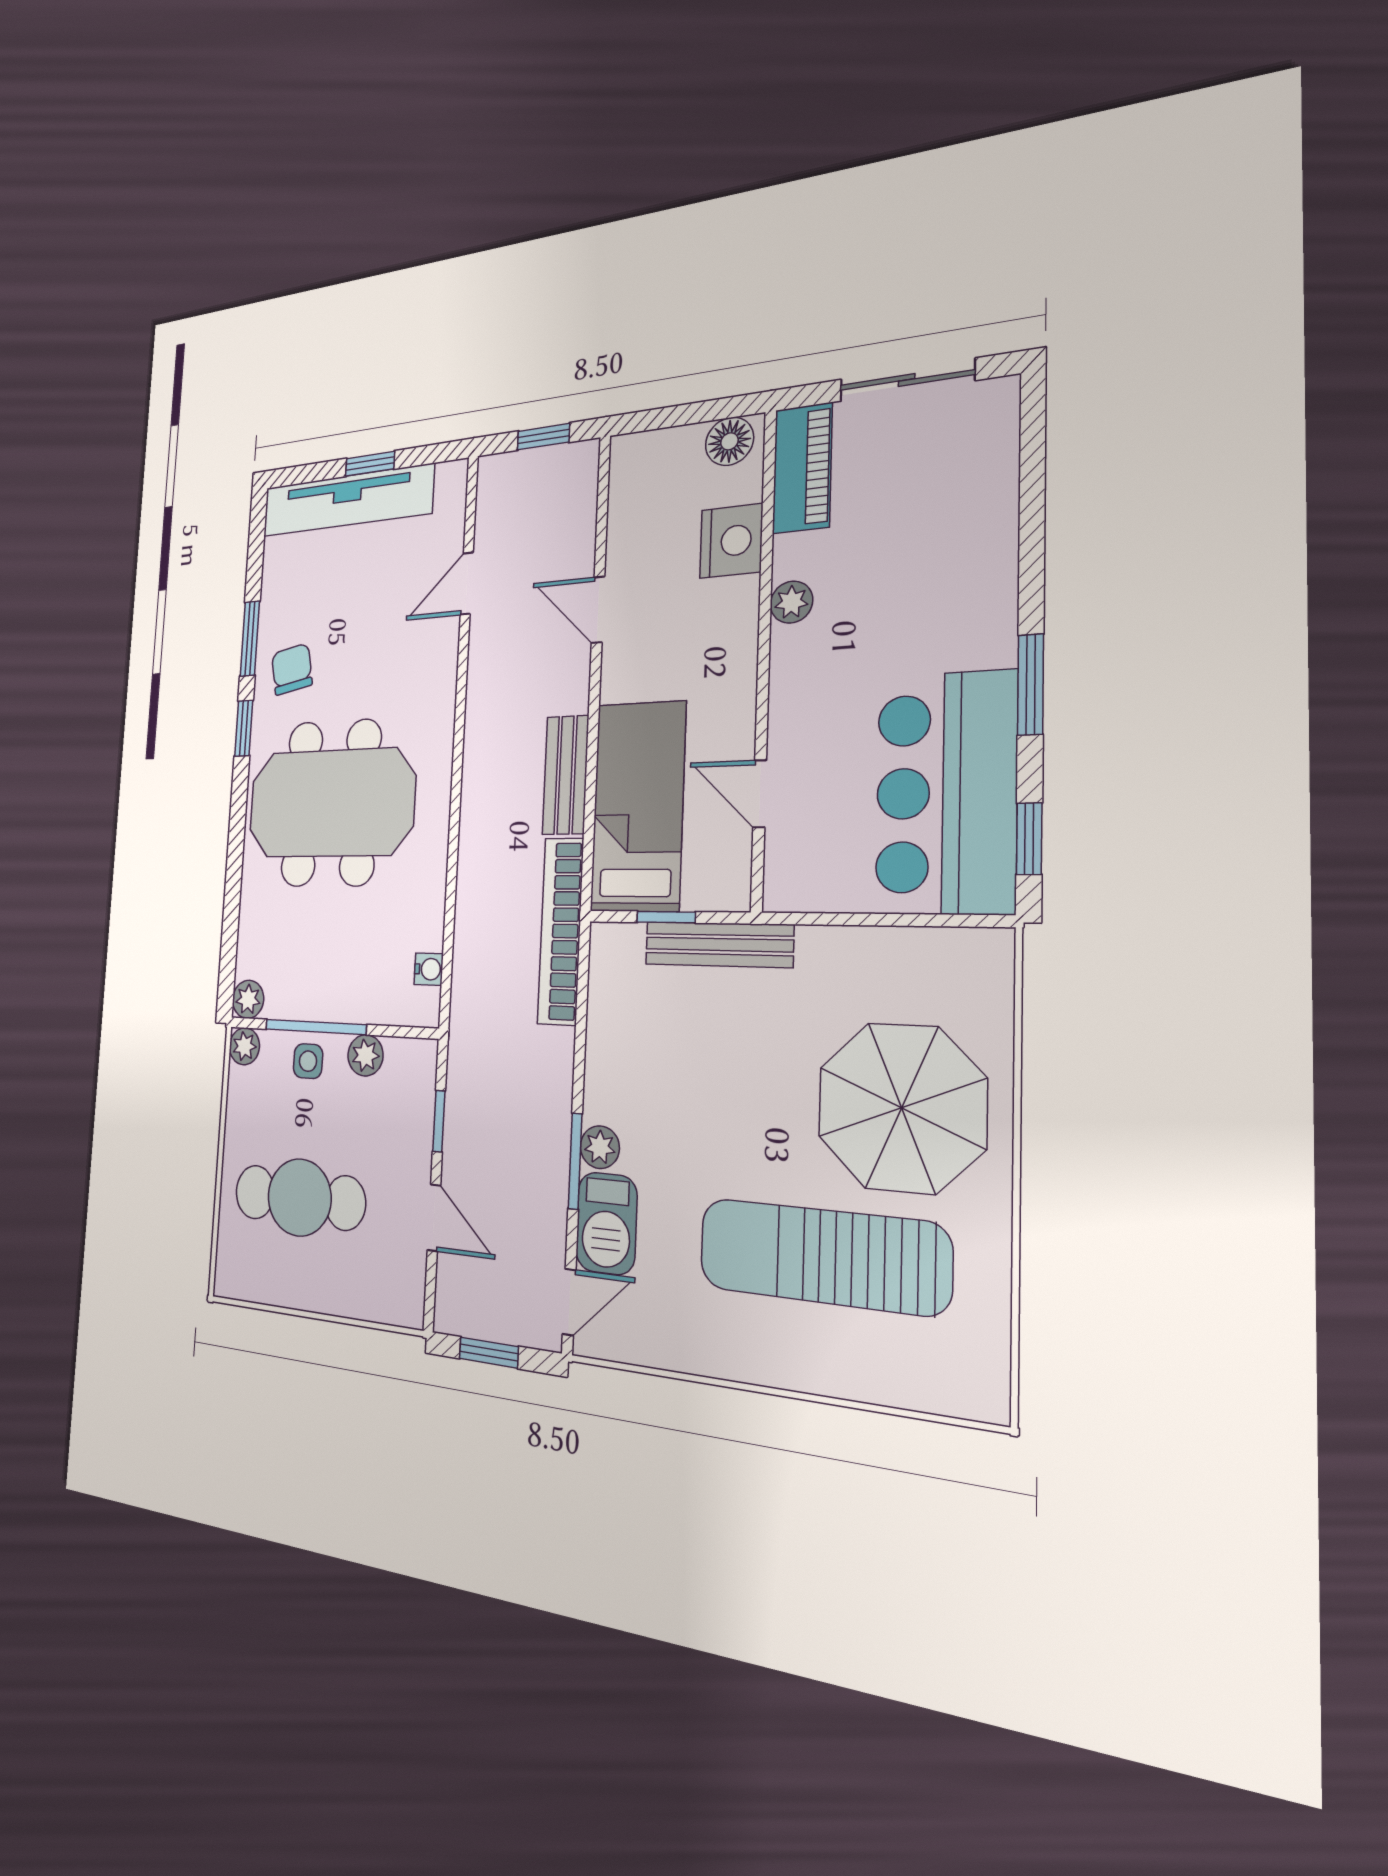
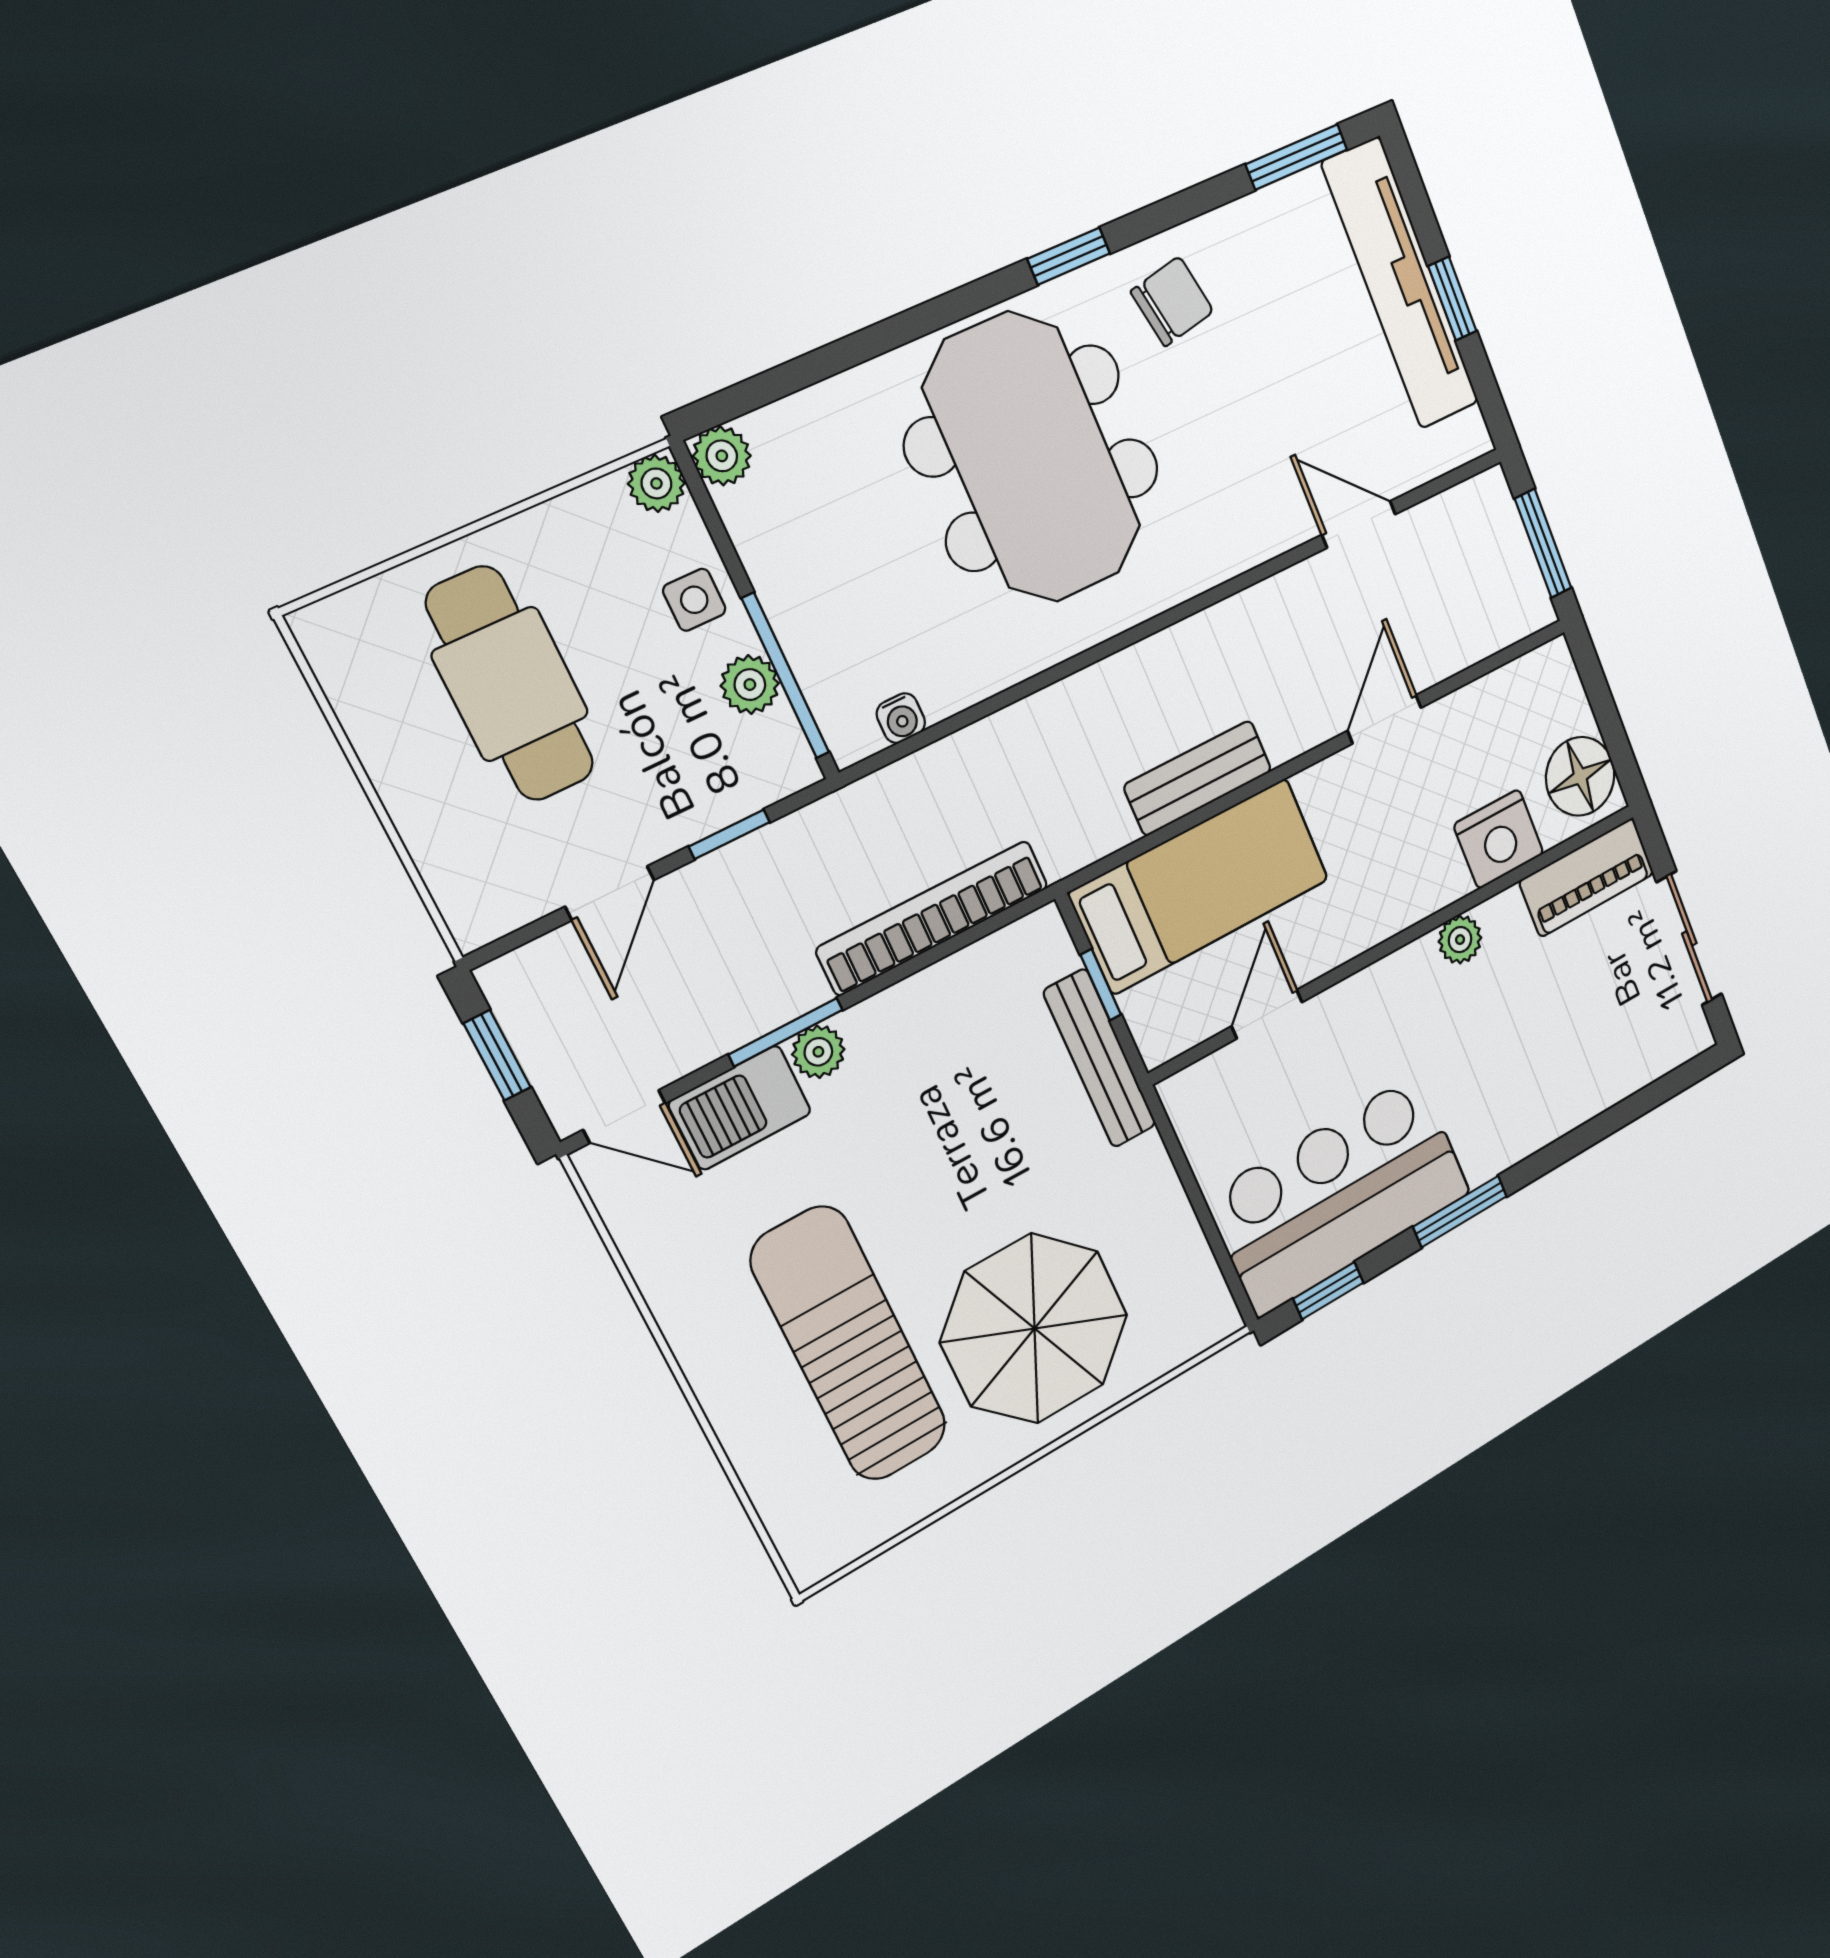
window: (543, 437) -> (1543, 543), width x1.50
floor lamp: (729, 441) -> (1580, 776), width x1.38, depth x1.38
window: (250, 639) -> (1297, 157), moved
bookcase: (561, 931) -> (933, 918), moved
window: (315, 1027) -> (786, 676), moved

